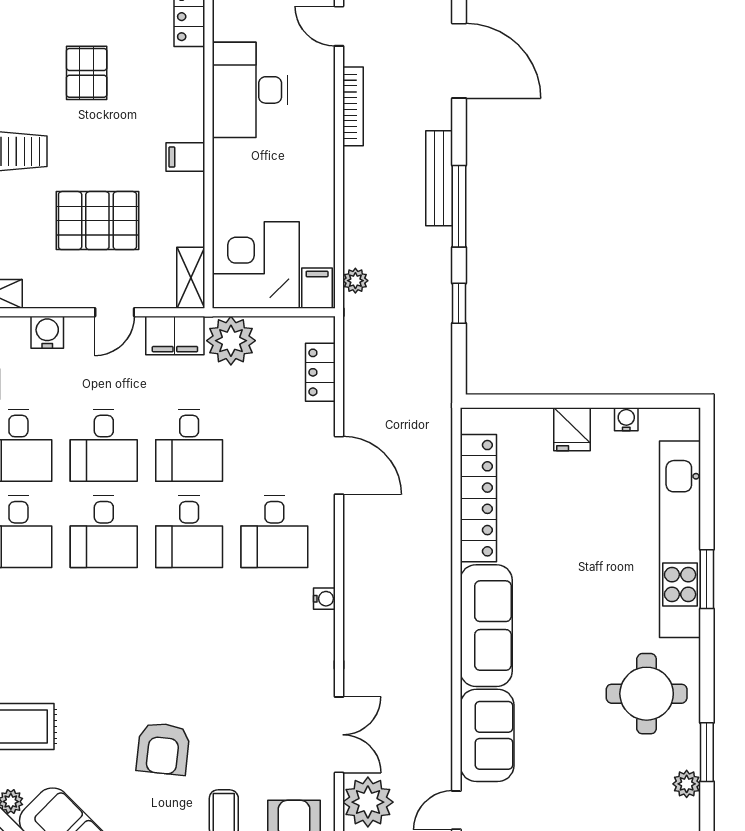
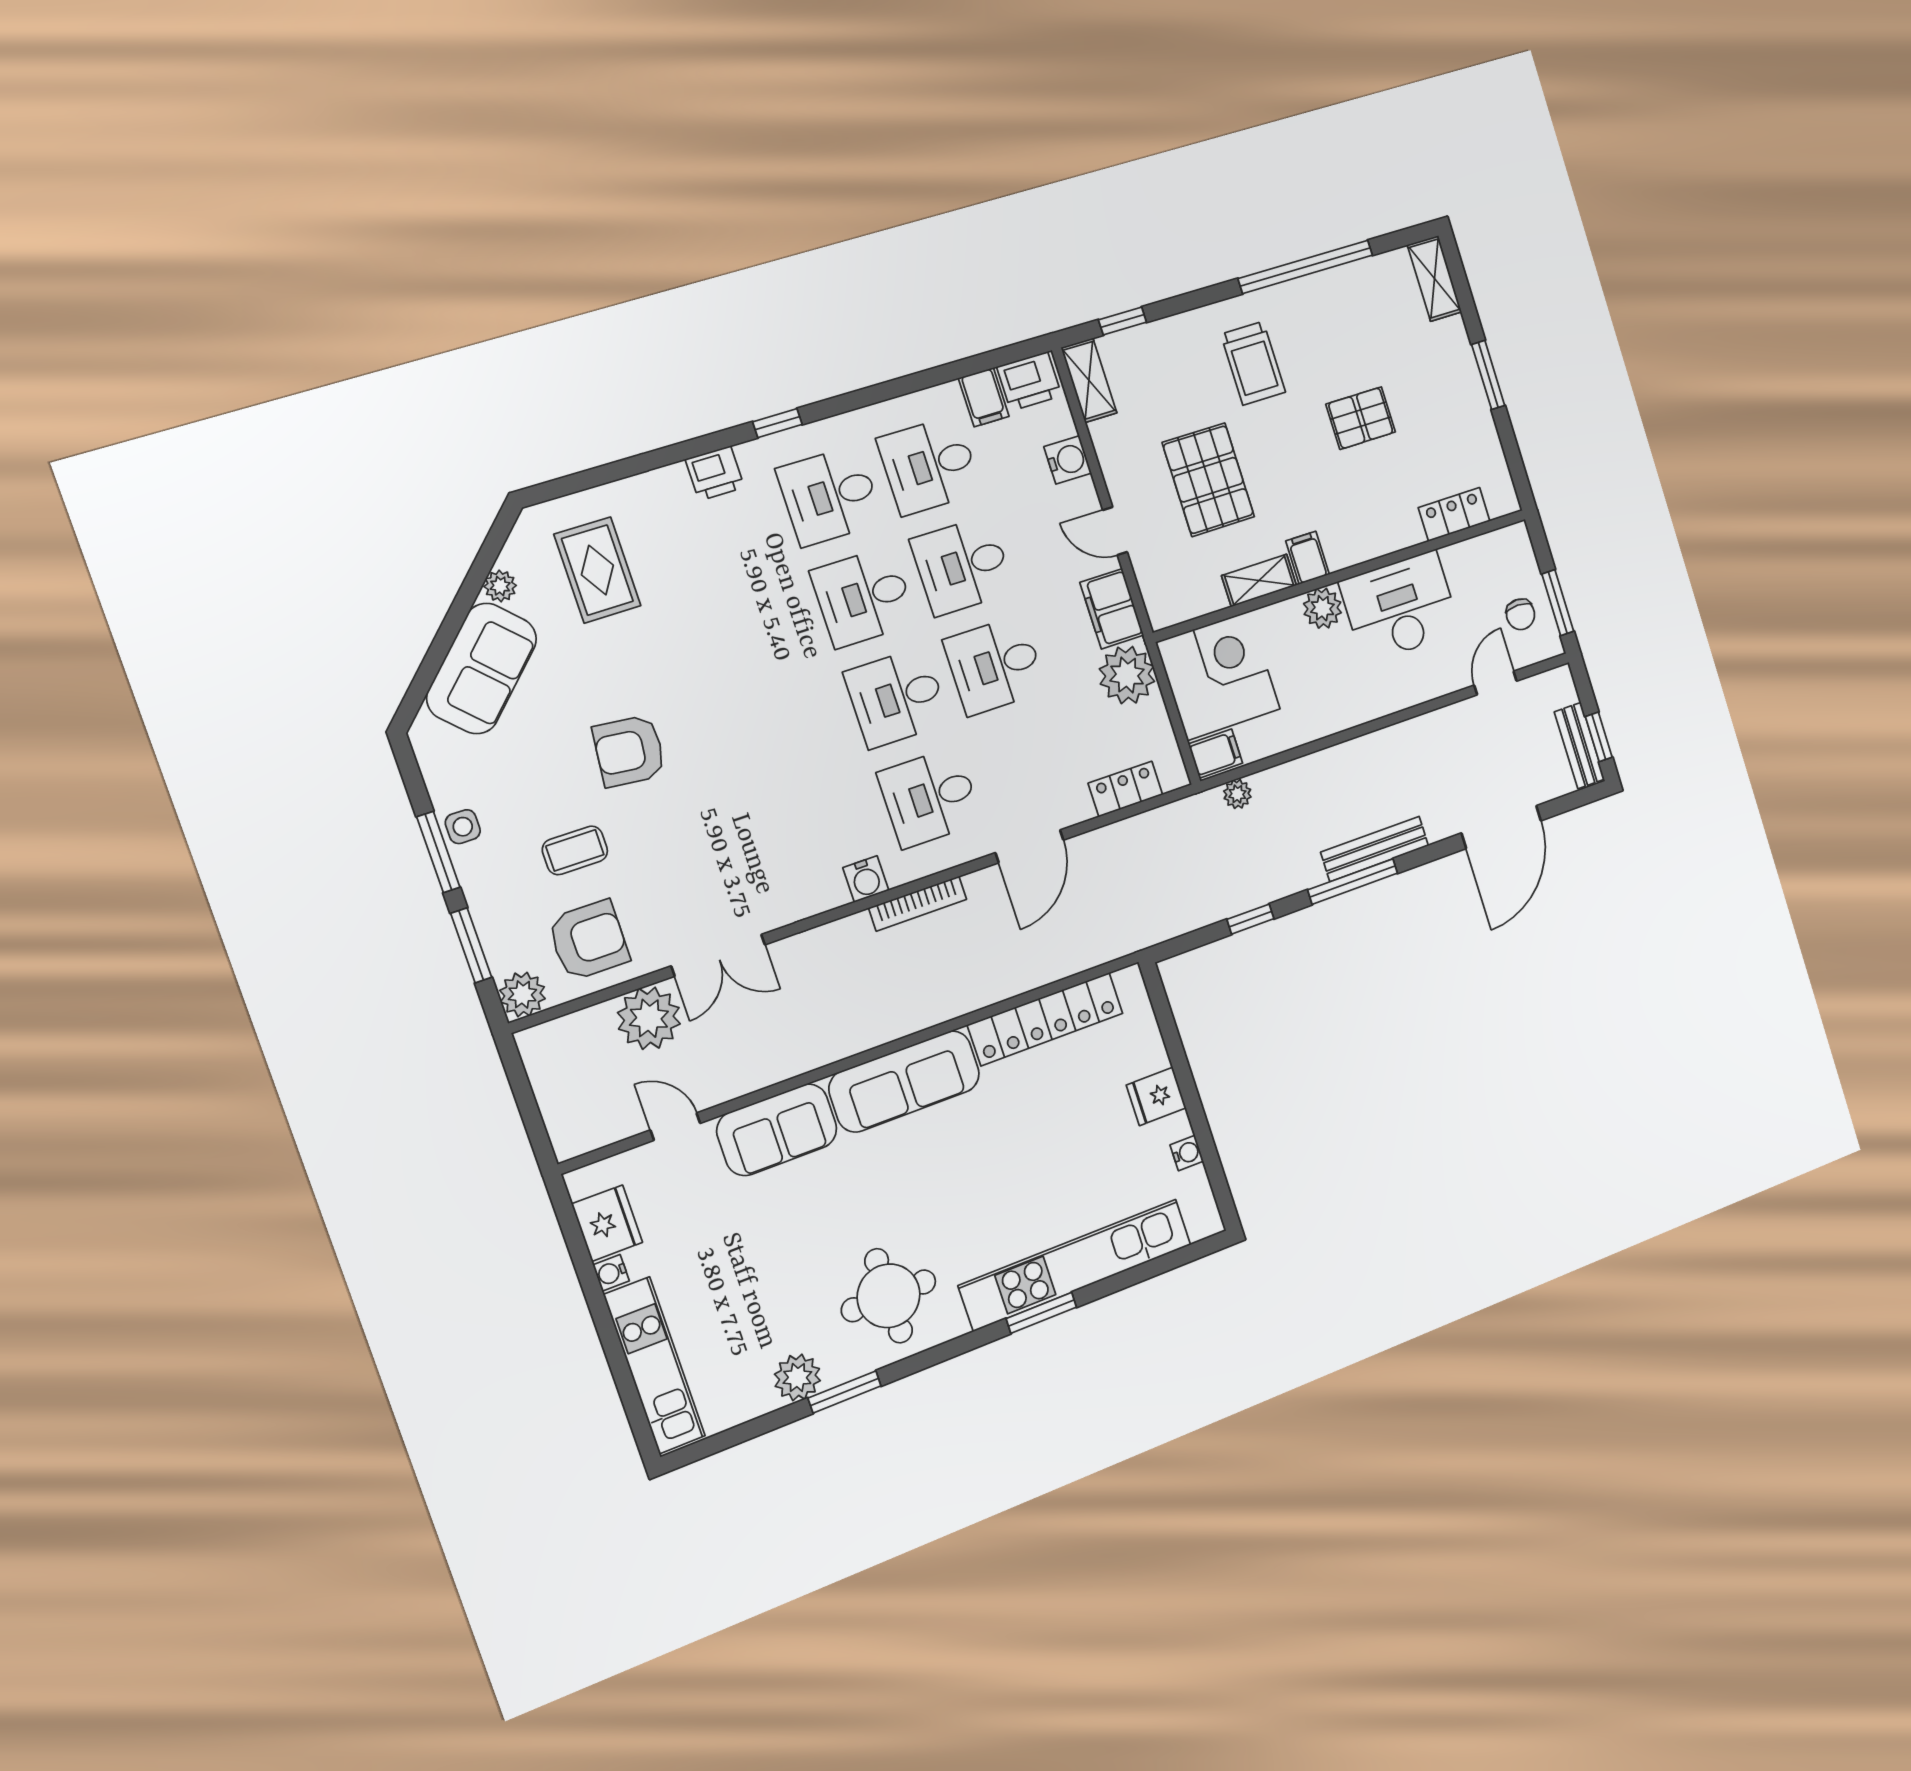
bookcase: (353, 106) -> (918, 904), moved
plant: (230, 158) -> (1322, 608), added
shelving: (191, 278) -> (1259, 580), moved
water cooler: (324, 599) -> (866, 879), width x1.38, depth x1.38
plant: (687, 784) -> (797, 1377), width x1.38, depth x1.38

